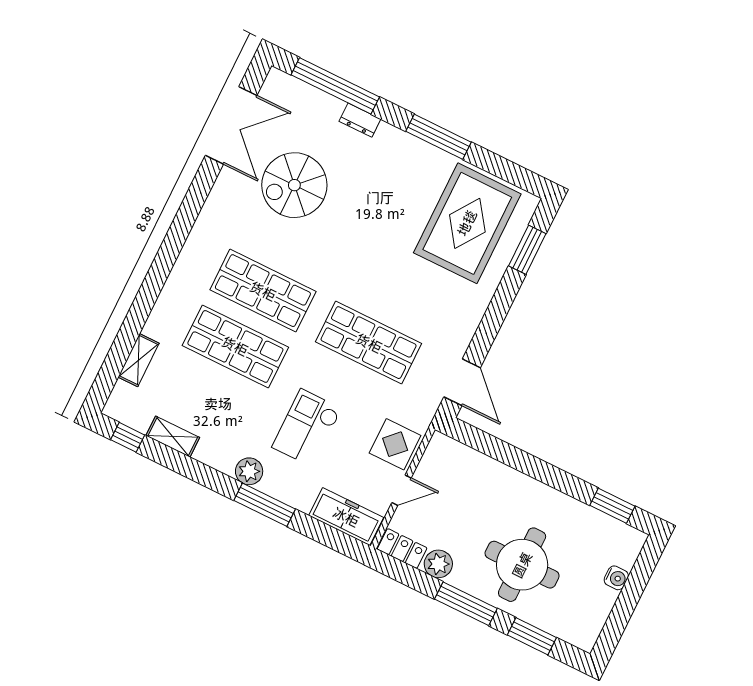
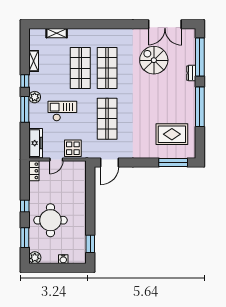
window: (439, 137) -> (200, 107), width x1.46
rug: (467, 223) -> (172, 134), width x0.73, depth x0.69
window: (527, 250) -> (173, 162), width x1.44
window: (128, 437) -> (25, 81), moved
door: (401, 490) -> (56, 159), hinge flipped
plant: (438, 564) -> (35, 258), moved
window: (466, 604) -> (25, 206), width x0.46

